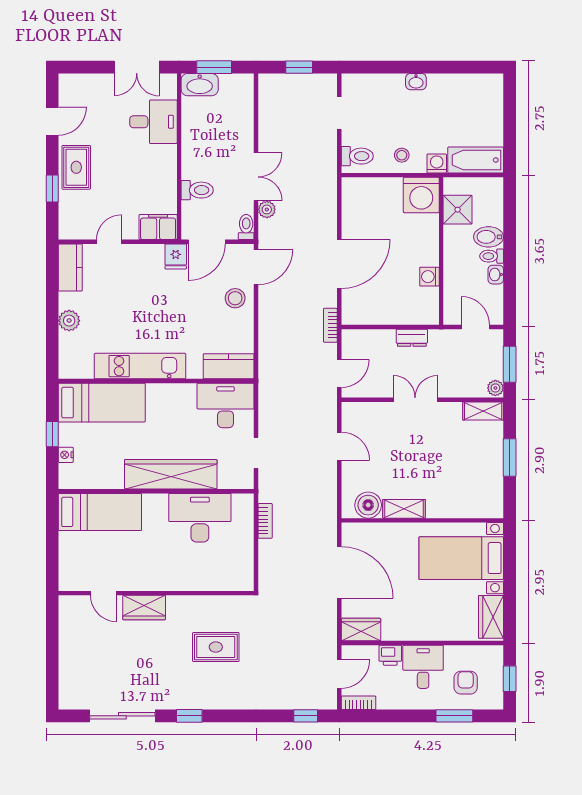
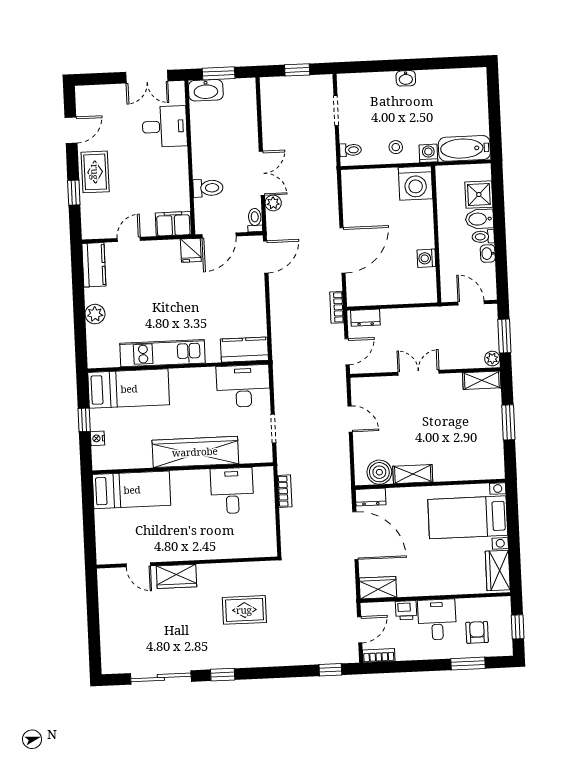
toilet: (357, 156) -> (350, 150), width x0.73, depth x0.72
shower: (458, 210) -> (479, 195), moved
stool: (235, 298) -> (248, 286), removed
dresser: (412, 338) -> (365, 318), moved
desk: (200, 518) -> (232, 491), width x0.73
dresser: (357, 532) -> (371, 497), added

